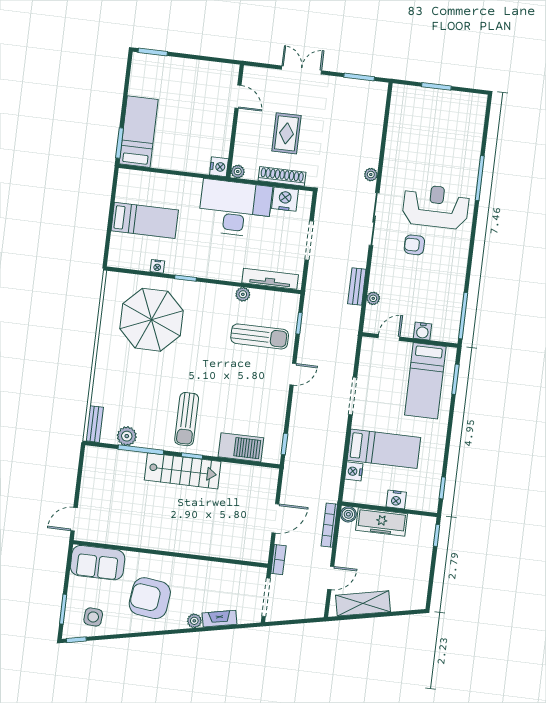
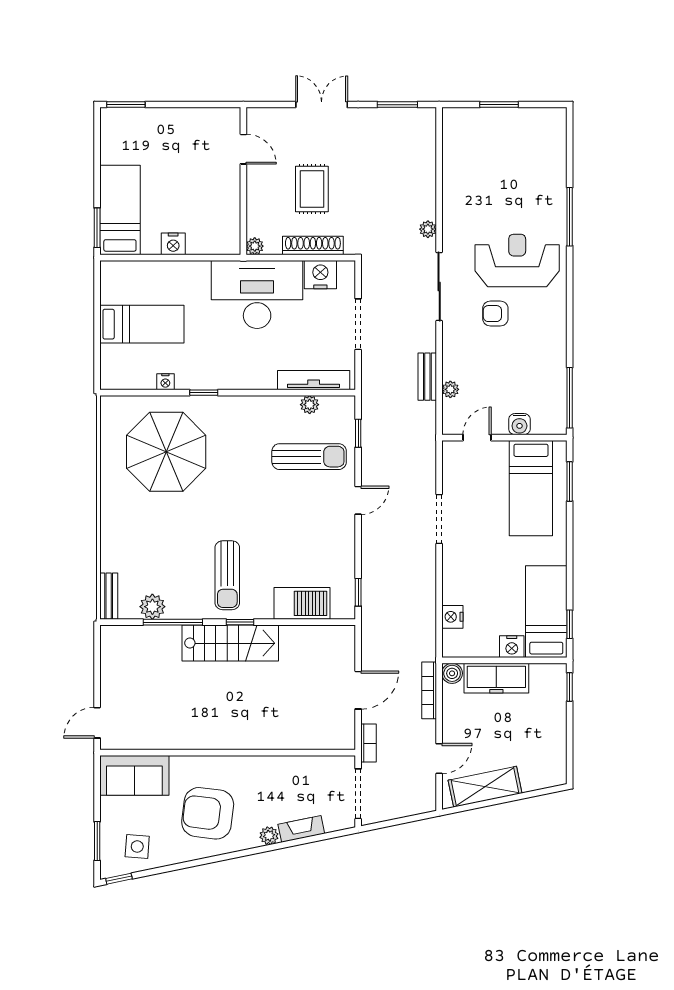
nightstand: (219, 167) -> (173, 244), moved, turned 90
plant: (243, 294) -> (310, 405), moved
bed: (384, 449) -> (546, 612), moved, turned -90

